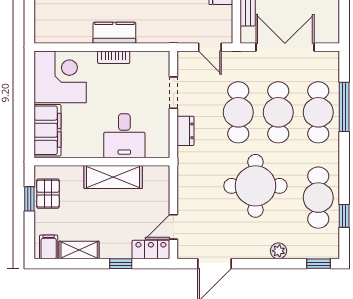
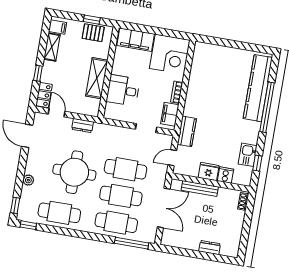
kitchen counter: (114, 33) -> (187, 131), moved
filing cabinet: (147, 62) -> (170, 114), added
window: (344, 107) -> (132, 243), moved
dresser: (186, 131) -> (83, 126), moved
window: (344, 216) -> (28, 225), moved

